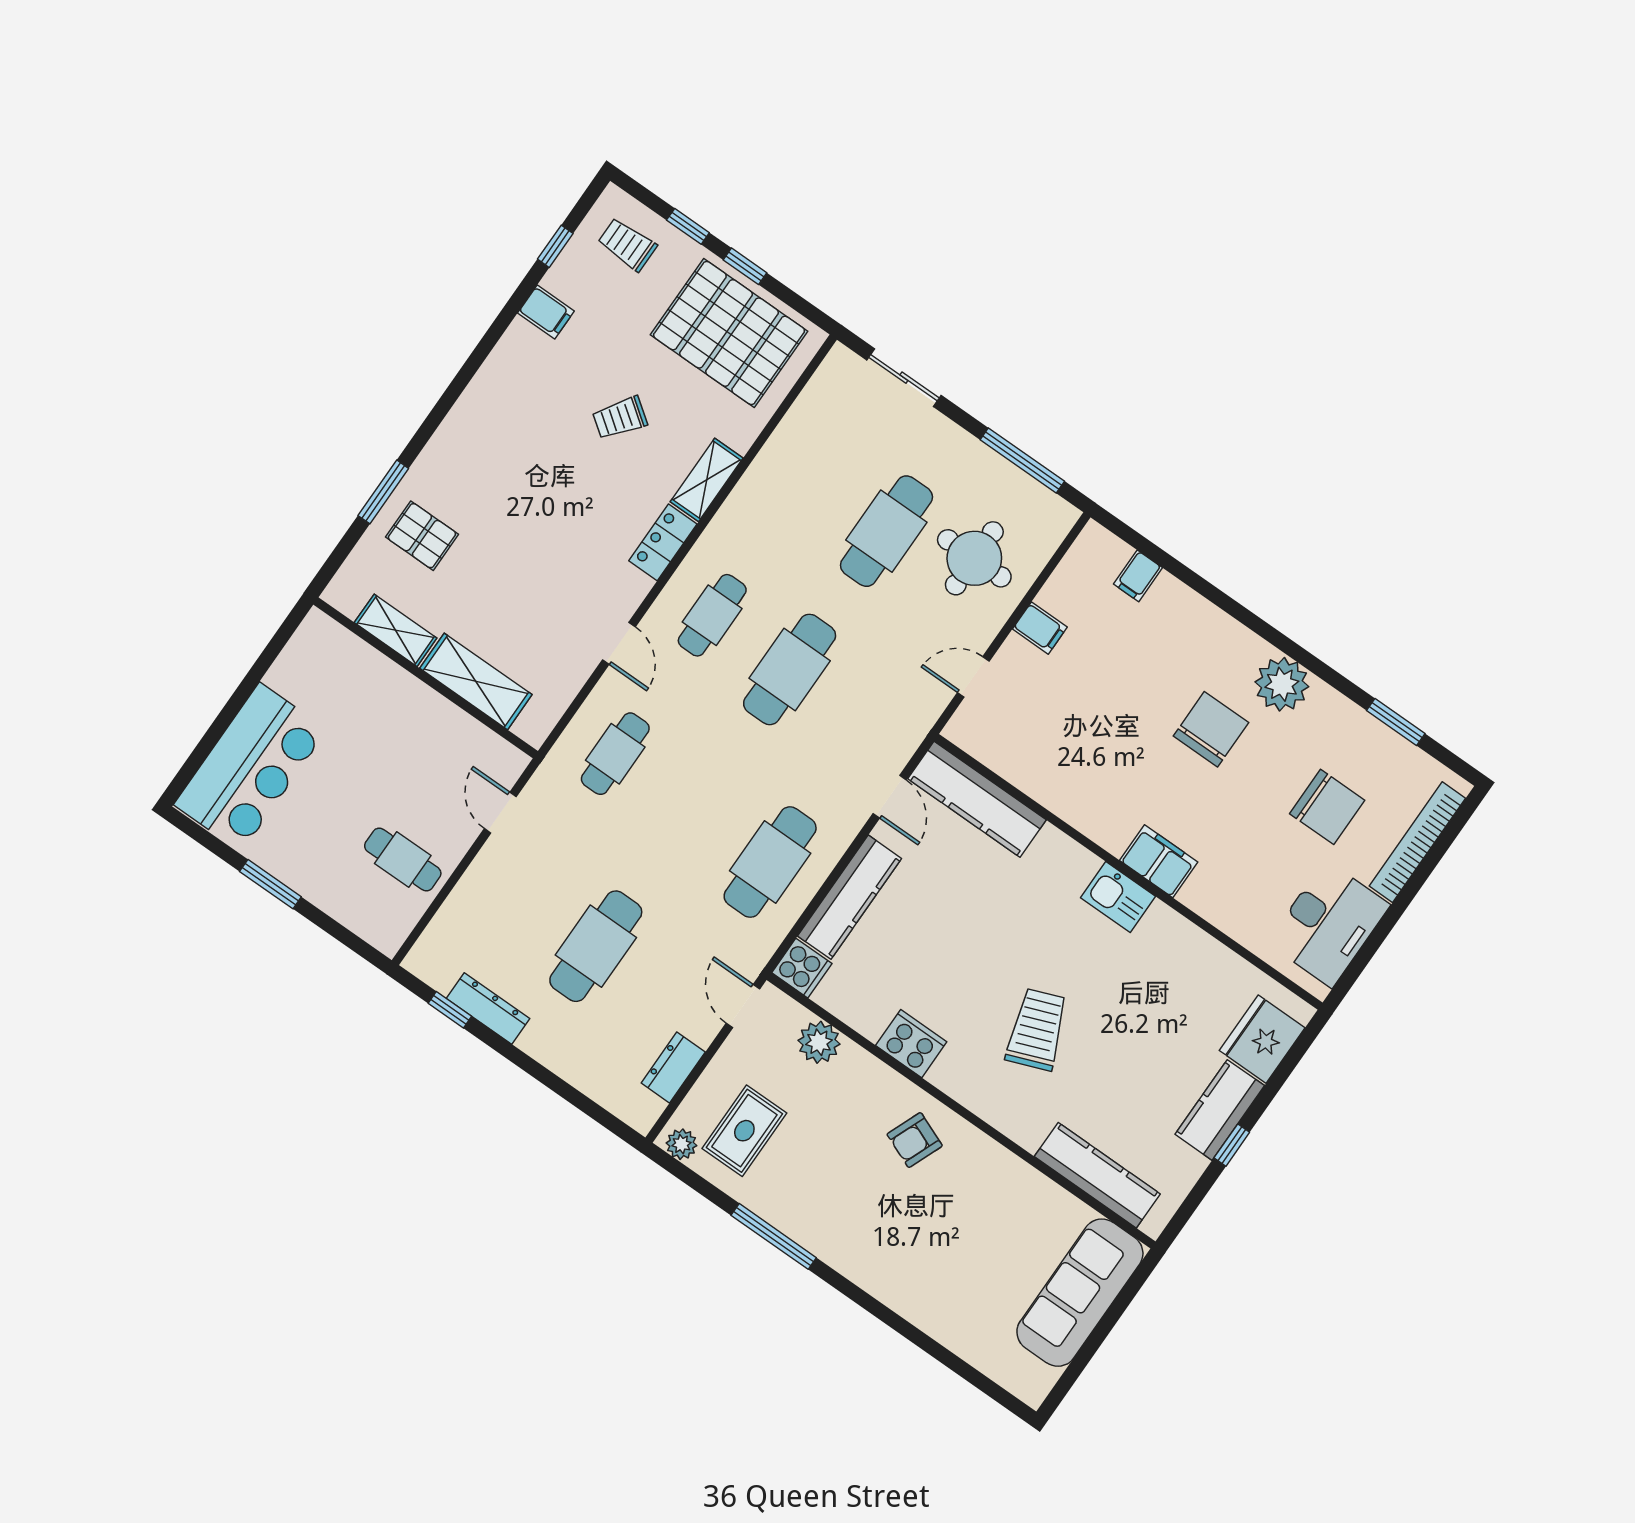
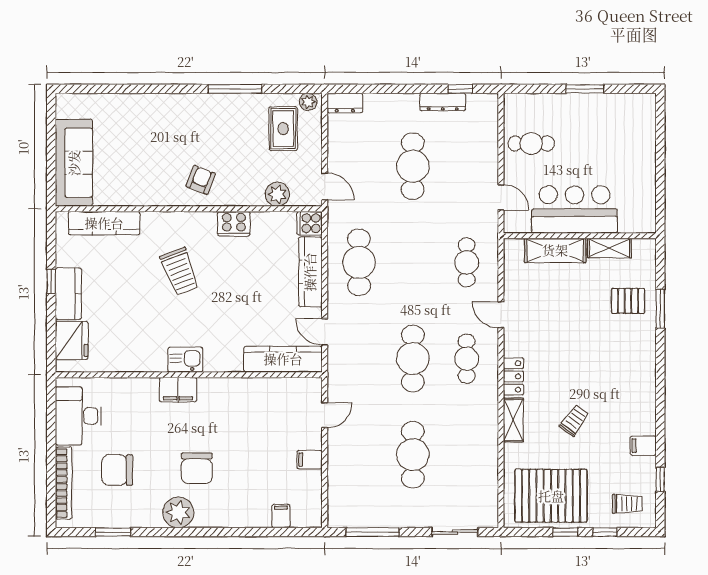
round table: (974, 558) -> (363, 471), removed
bar counter: (250, 767) -> (575, 210), moved, turned 90
dresser: (673, 1068) -> (345, 103), moved, turned 90

